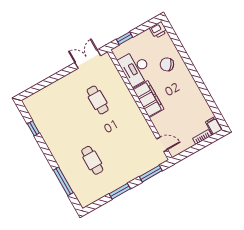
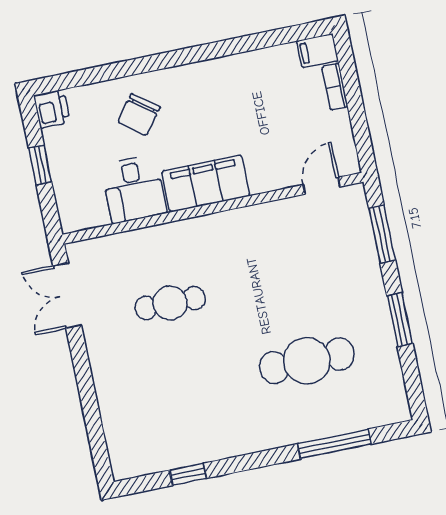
window: (125, 38) -> (40, 165), moved
desk: (135, 68) -> (134, 189), width x0.73
cafe table: (92, 160) -> (307, 361), width x1.37, depth x1.35

